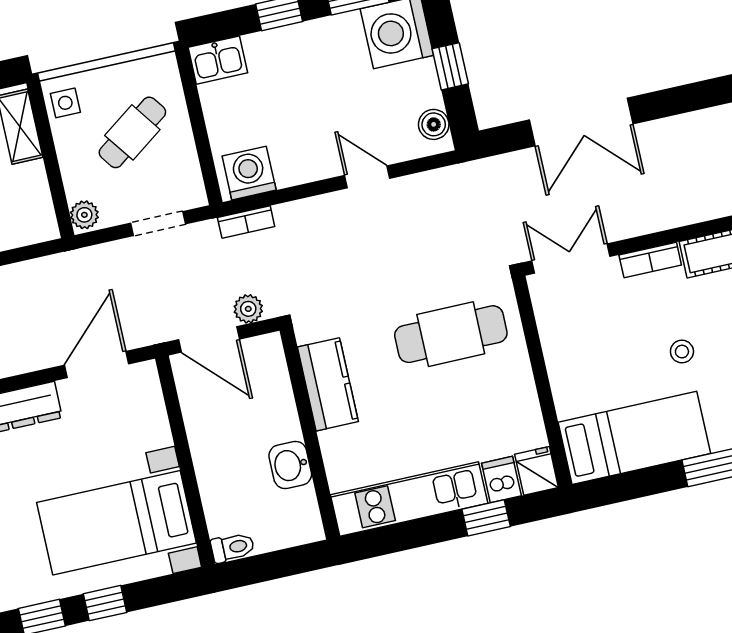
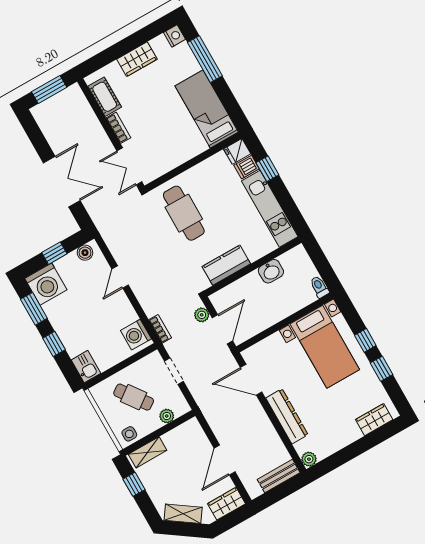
plant: (84, 215) -> (167, 416), moved
stool: (682, 352) -> (158, 99), removed

